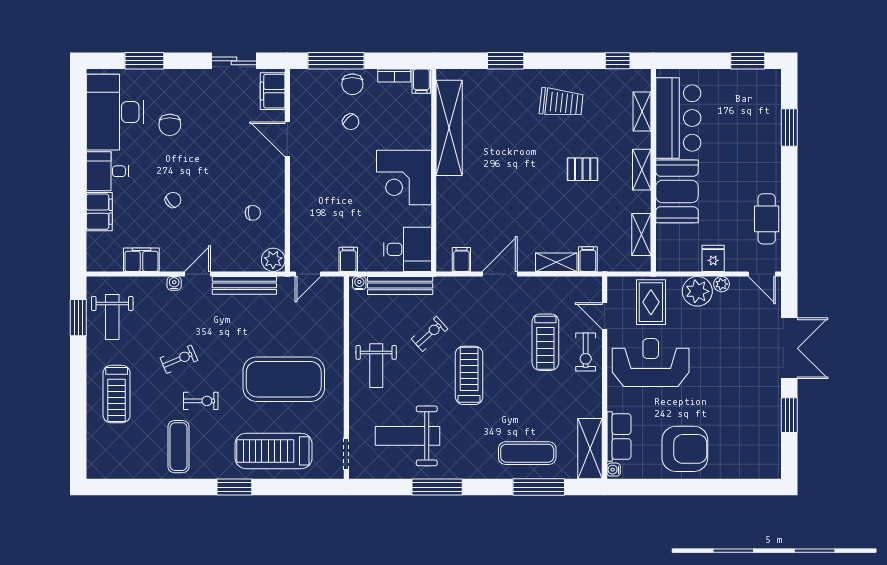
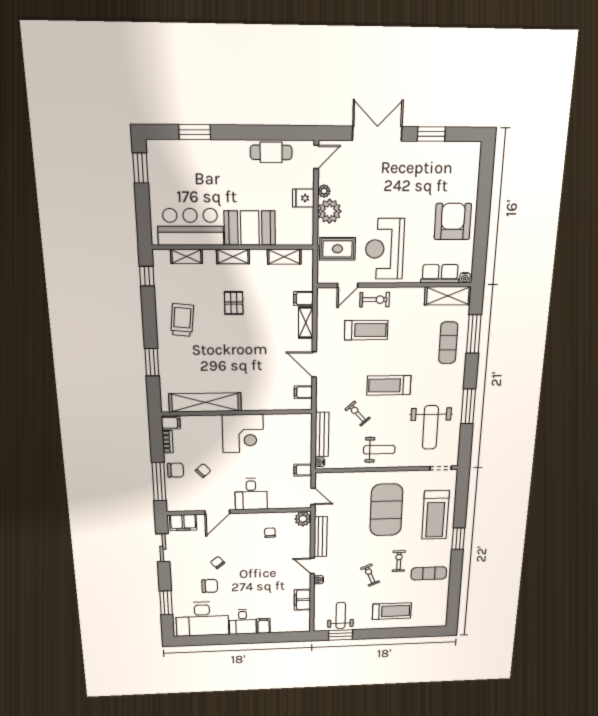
chair: (173, 200) -> (218, 562), moved
filing cabinet: (99, 212) -> (264, 626), width x0.50
desk: (407, 249) -> (251, 494), moved, turned 180
weight bench: (112, 317) -> (341, 615), turned -90

